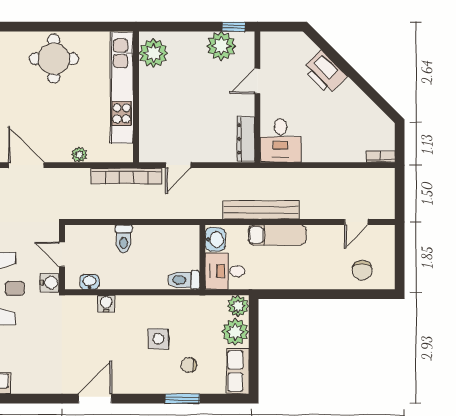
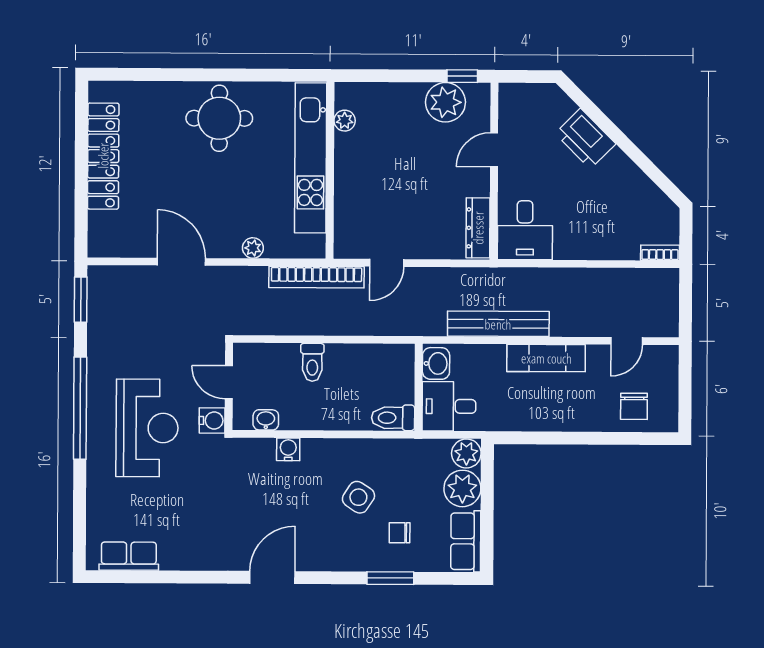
plant: (153, 53) -> (345, 121), width x0.53, depth x0.53
exam couch: (277, 235) -> (546, 358), moved
side table: (158, 339) -> (358, 497), turned 33

